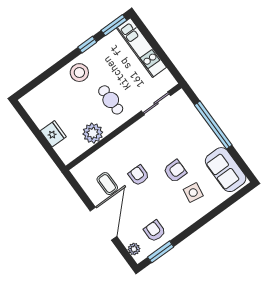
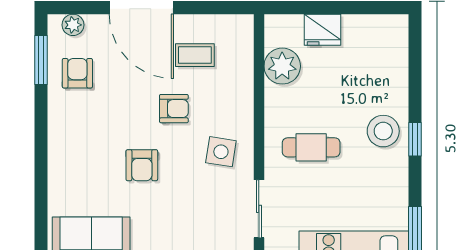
window: (87, 45) -> (415, 139), moved
plant: (93, 133) -> (282, 66), moved
side table: (193, 193) -> (221, 152), moved
armchair: (155, 231) -> (77, 73), turned -90

